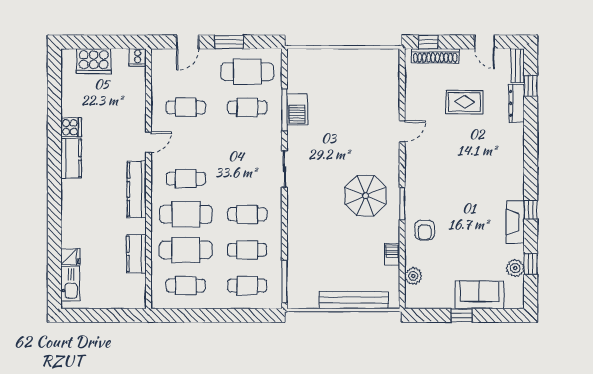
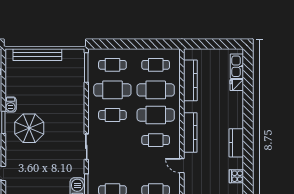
door: (149, 142) -> (182, 166), hinge flipped
kitchen counter: (71, 158) -> (236, 143), moved
cafe table: (247, 250) -> (112, 90), width x1.37, depth x1.35
kitchen counter: (136, 254) -> (190, 80), width x1.50
barbecue: (392, 254) -> (11, 105), moved

